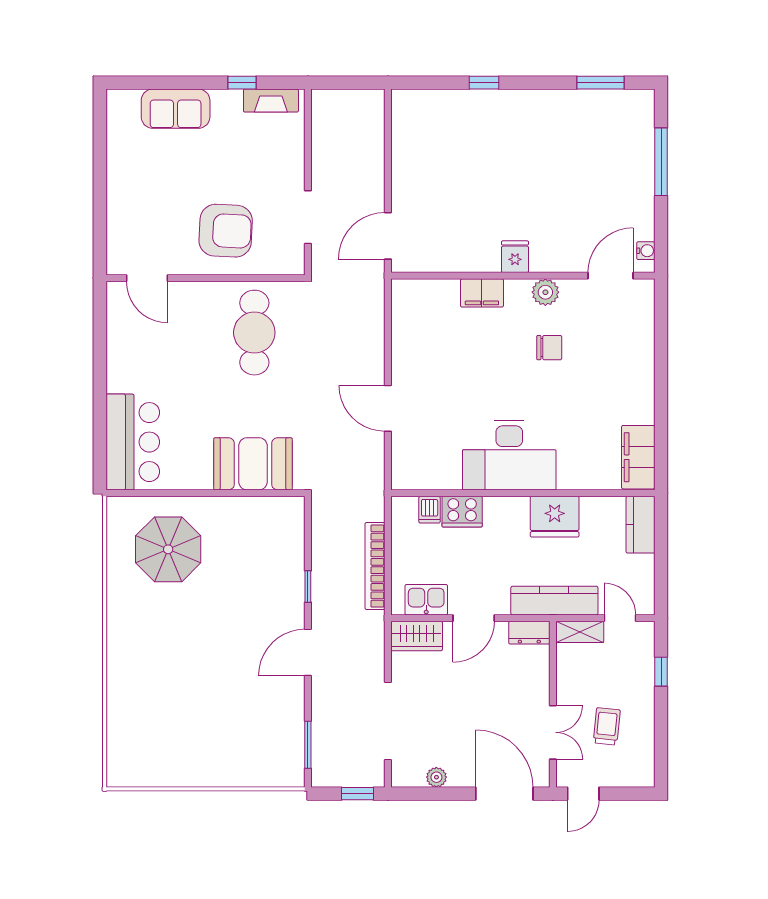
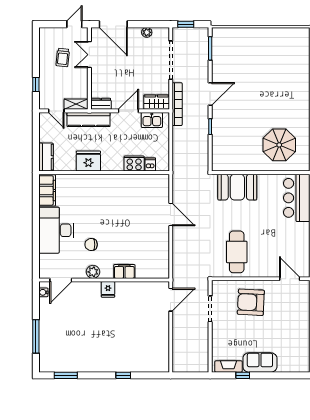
sofa: (176, 109) -> (260, 362), moved
desk: (509, 455) -> (56, 230), moved, turned -90
bookcase: (375, 566) -> (177, 104), moved

